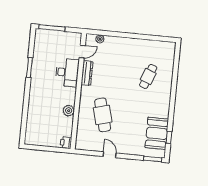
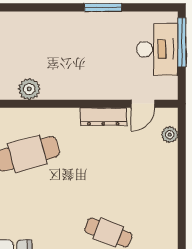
door: (82, 52) -> (143, 104), hinge flipped
desk: (67, 72) -> (157, 49), moved, turned -90

